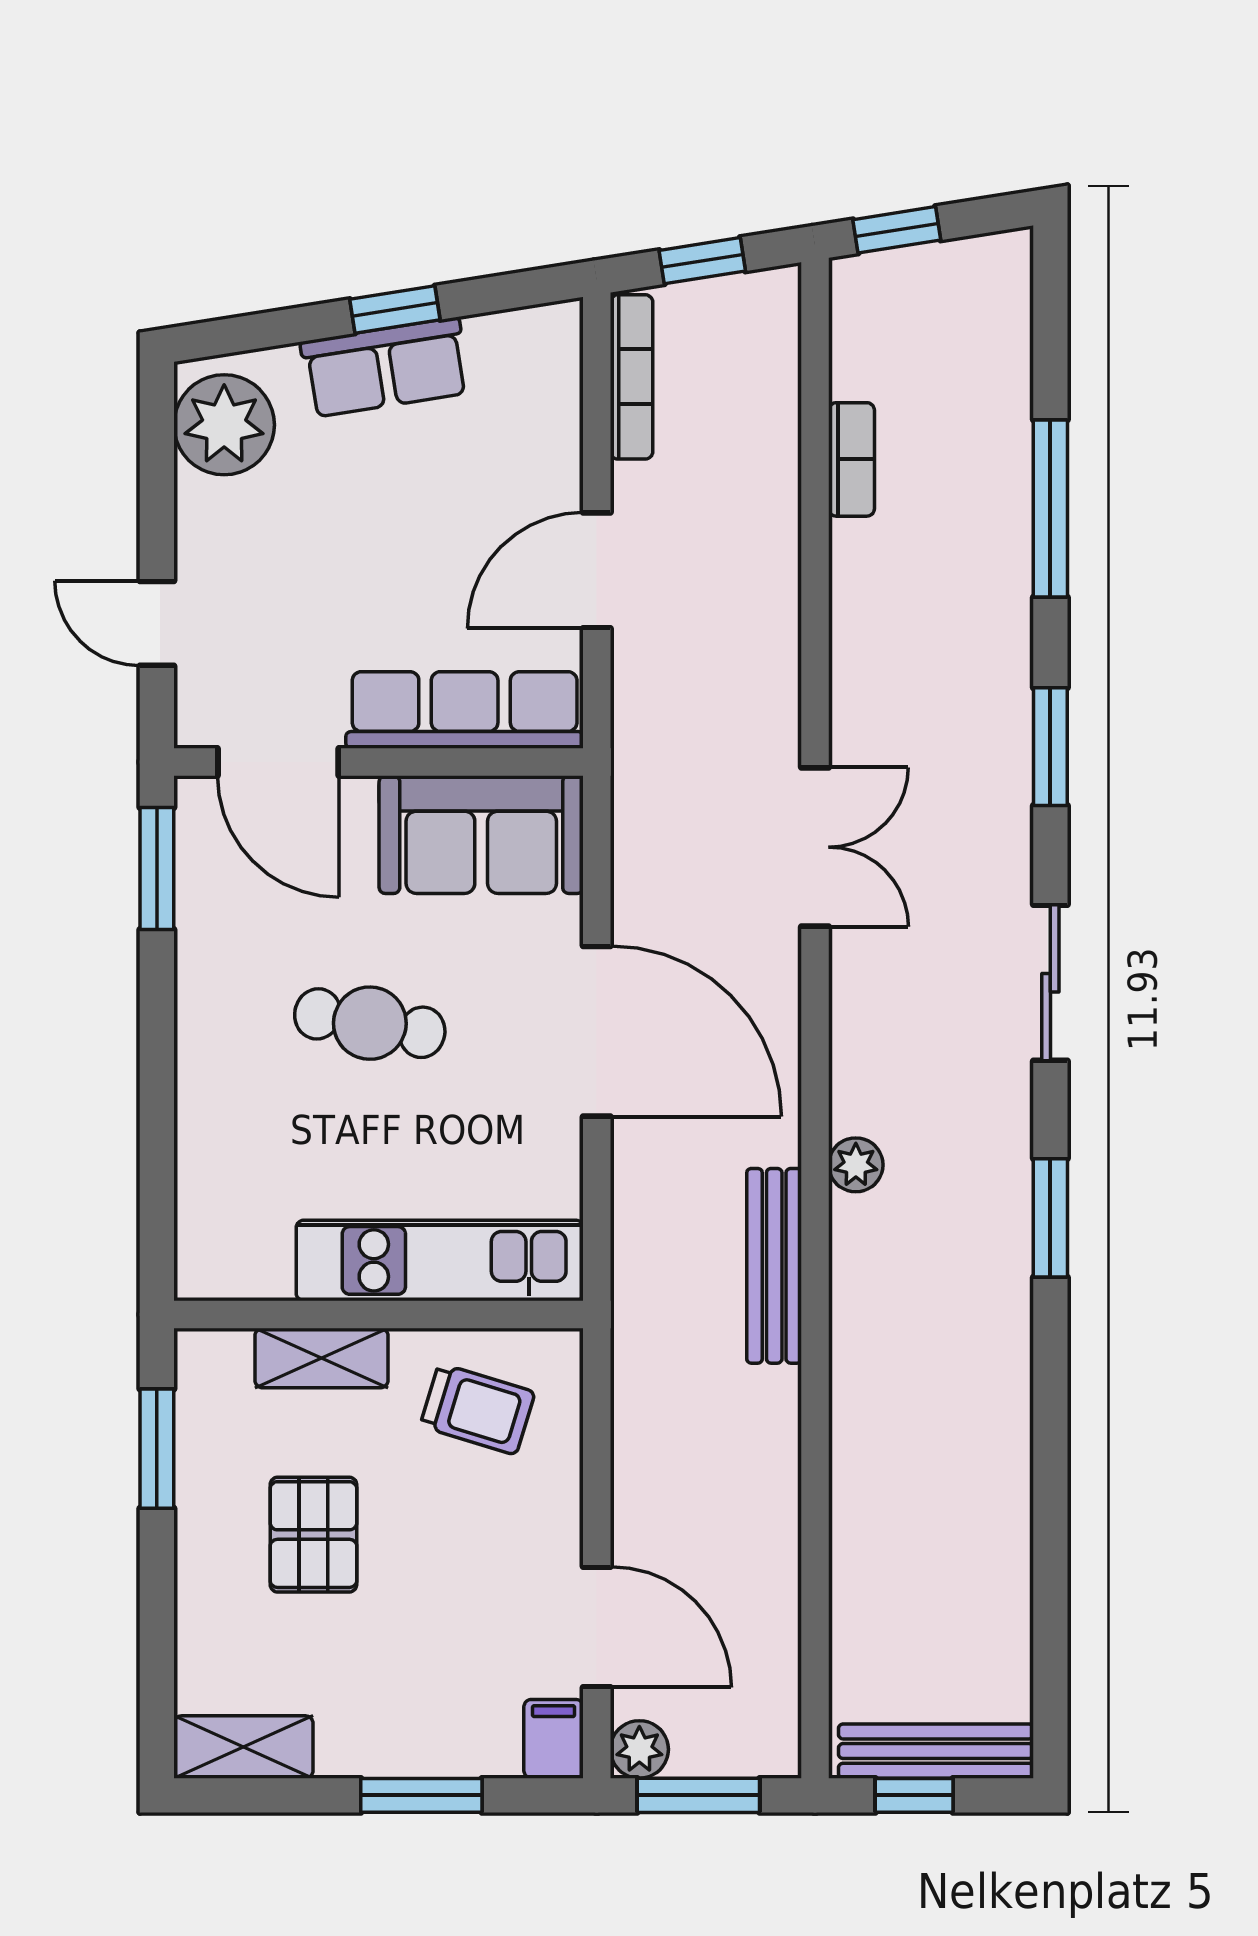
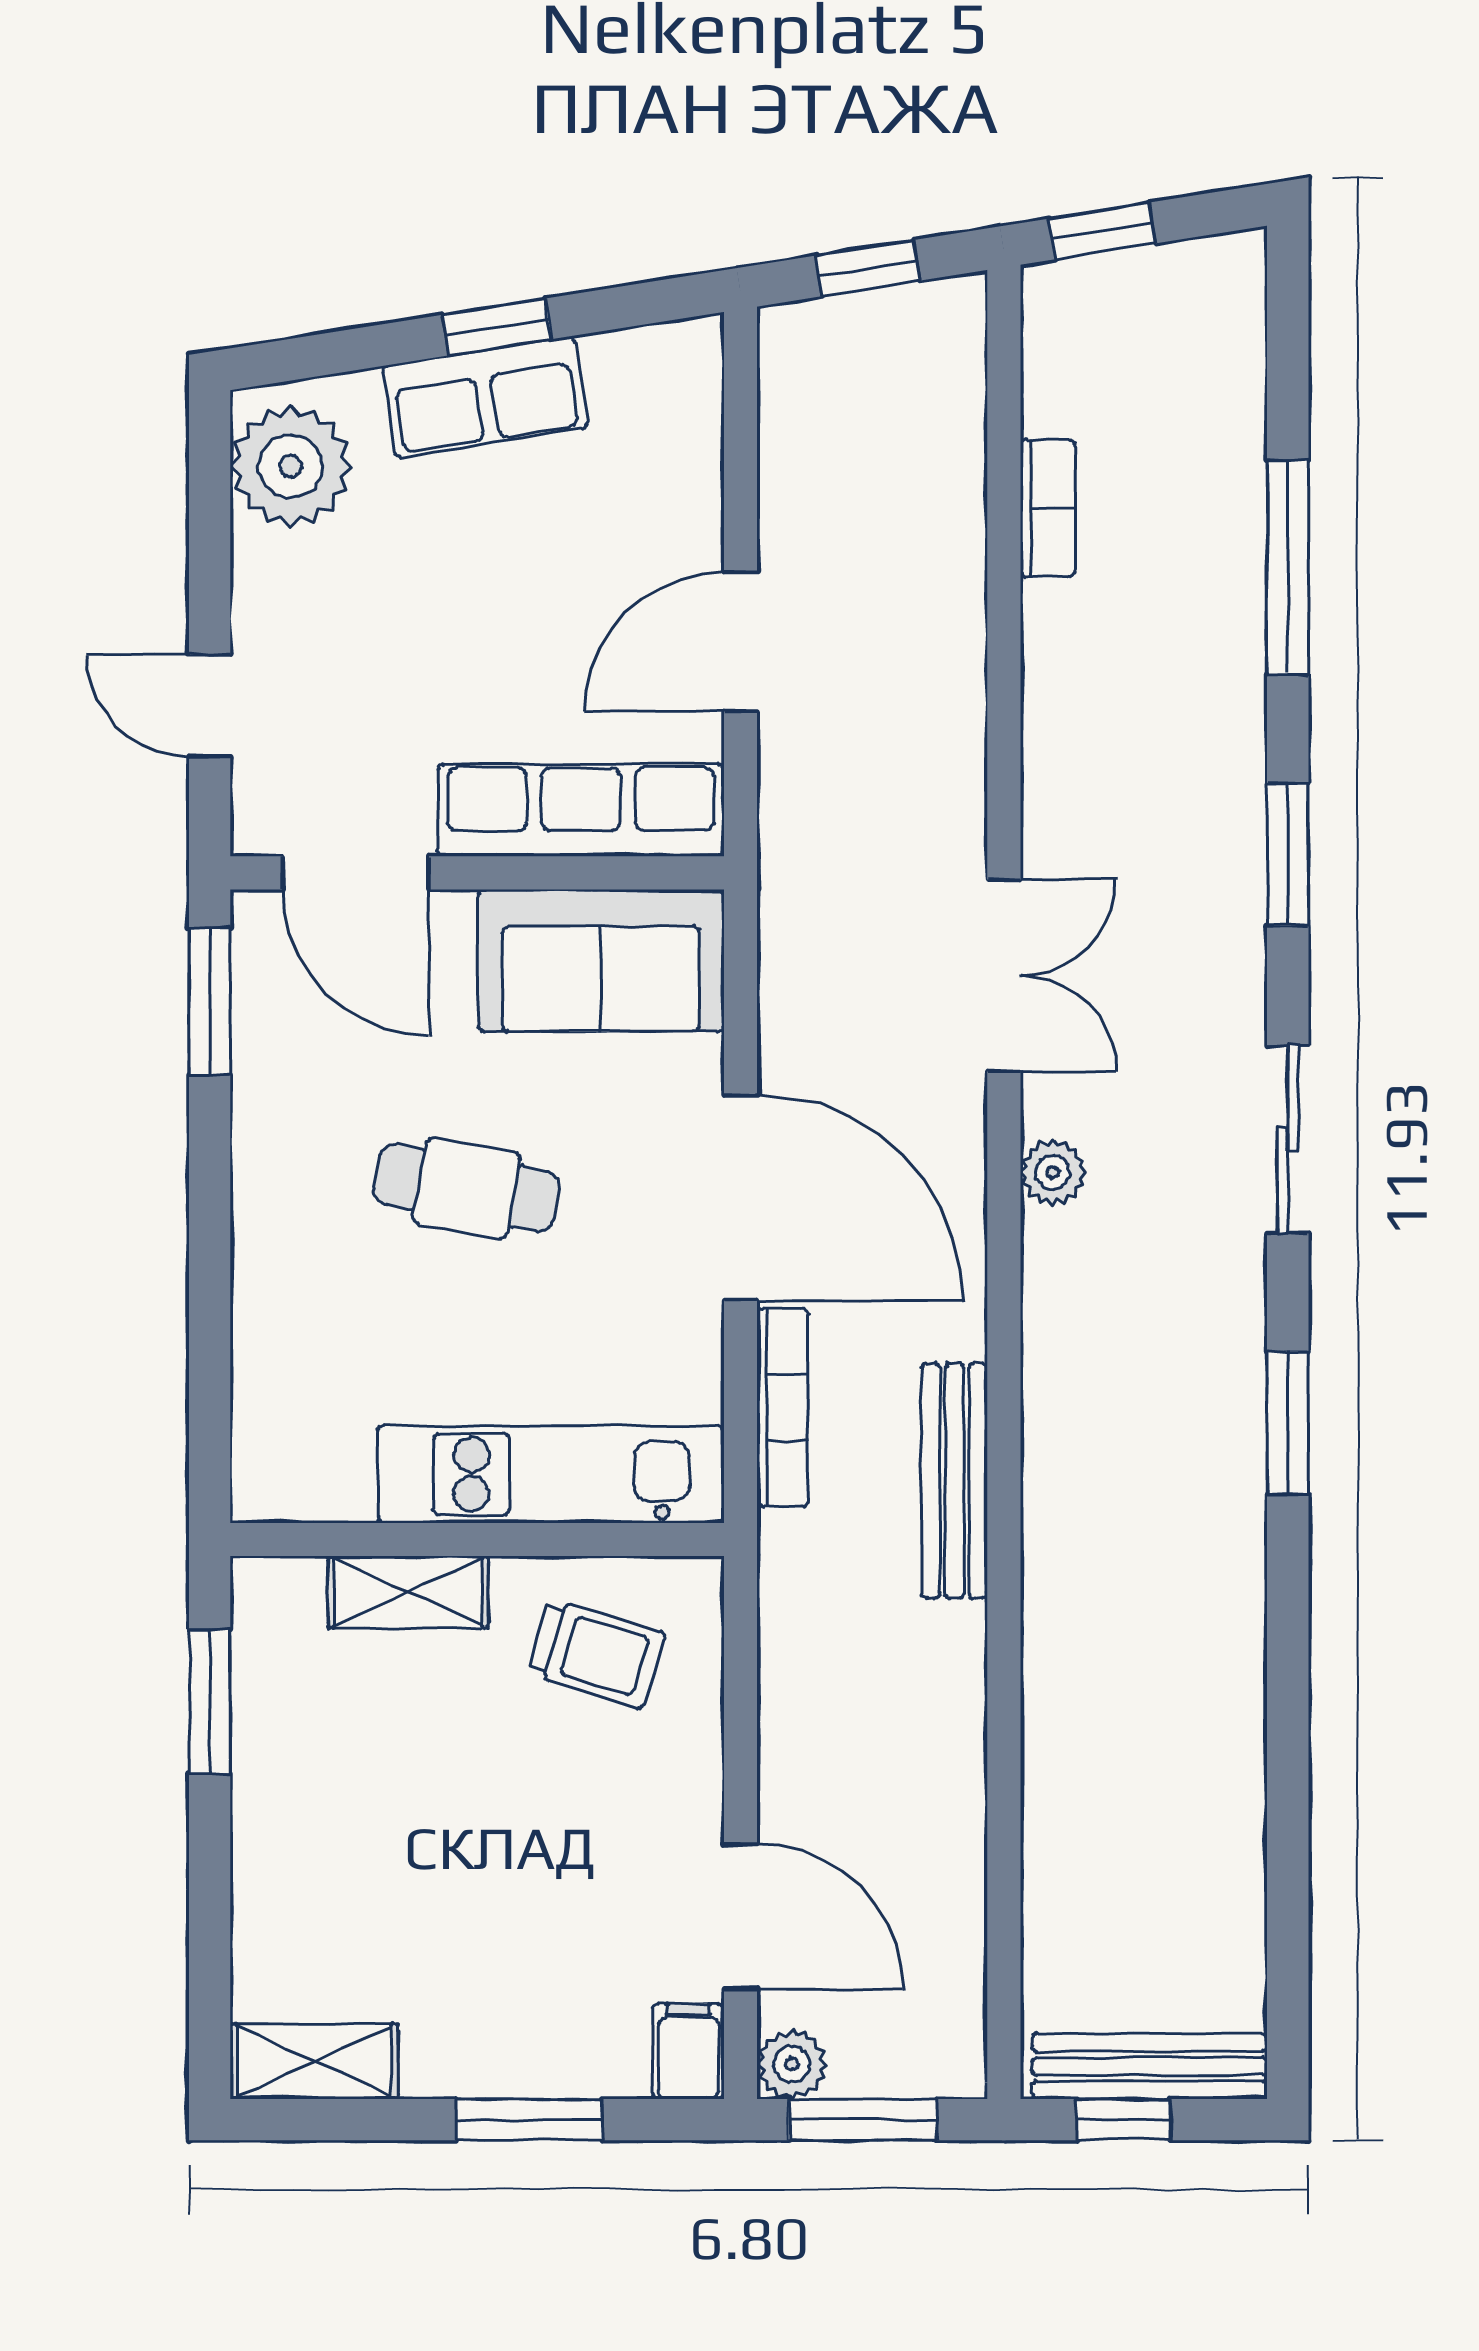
bookcase: (632, 377) -> (782, 1407), moved
plant: (856, 1165) -> (1053, 1172), moved
pallet: (313, 1535) -> (399, 1805), removed

